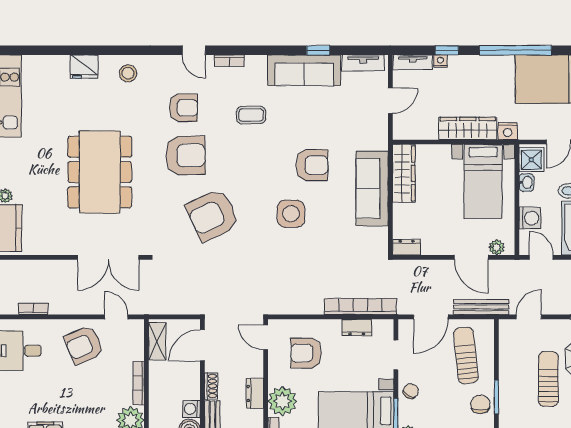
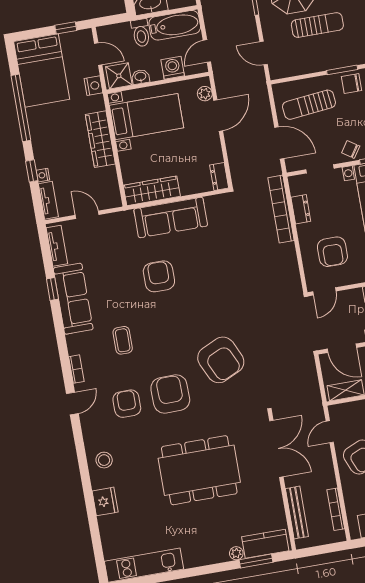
nightstand: (508, 131) -> (94, 86), moved
side table: (291, 214) -> (207, 288), removed
bench: (481, 307) -> (297, 513), moved
bookcase: (33, 309) -> (336, 509), width x1.56
sun lounger: (548, 379) -> (317, 25), turned 180

